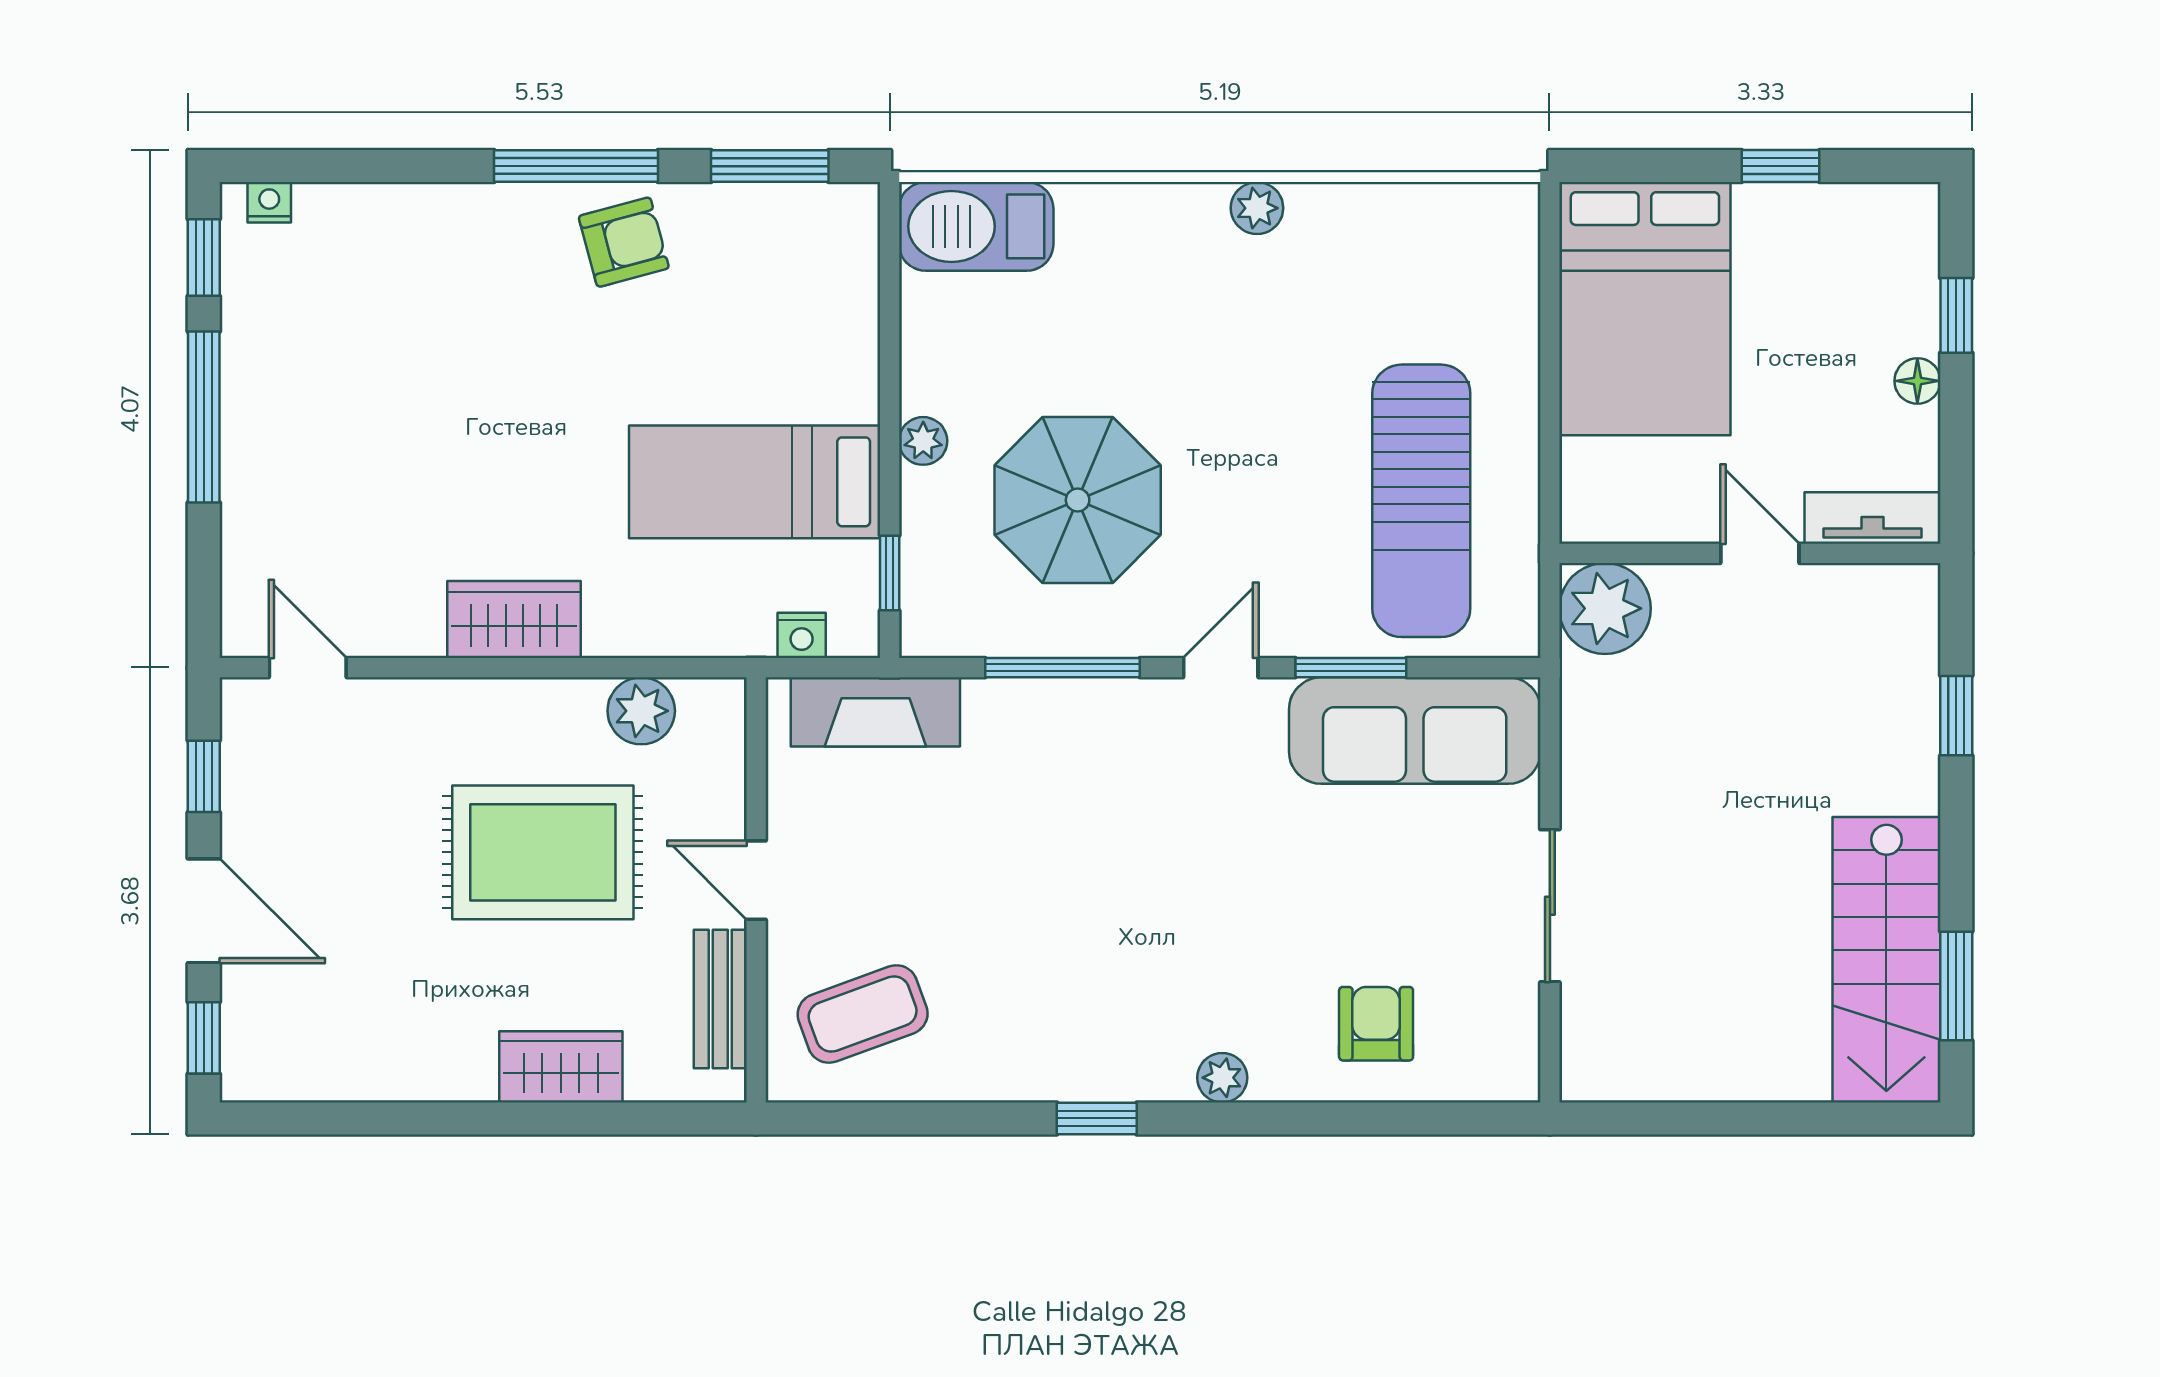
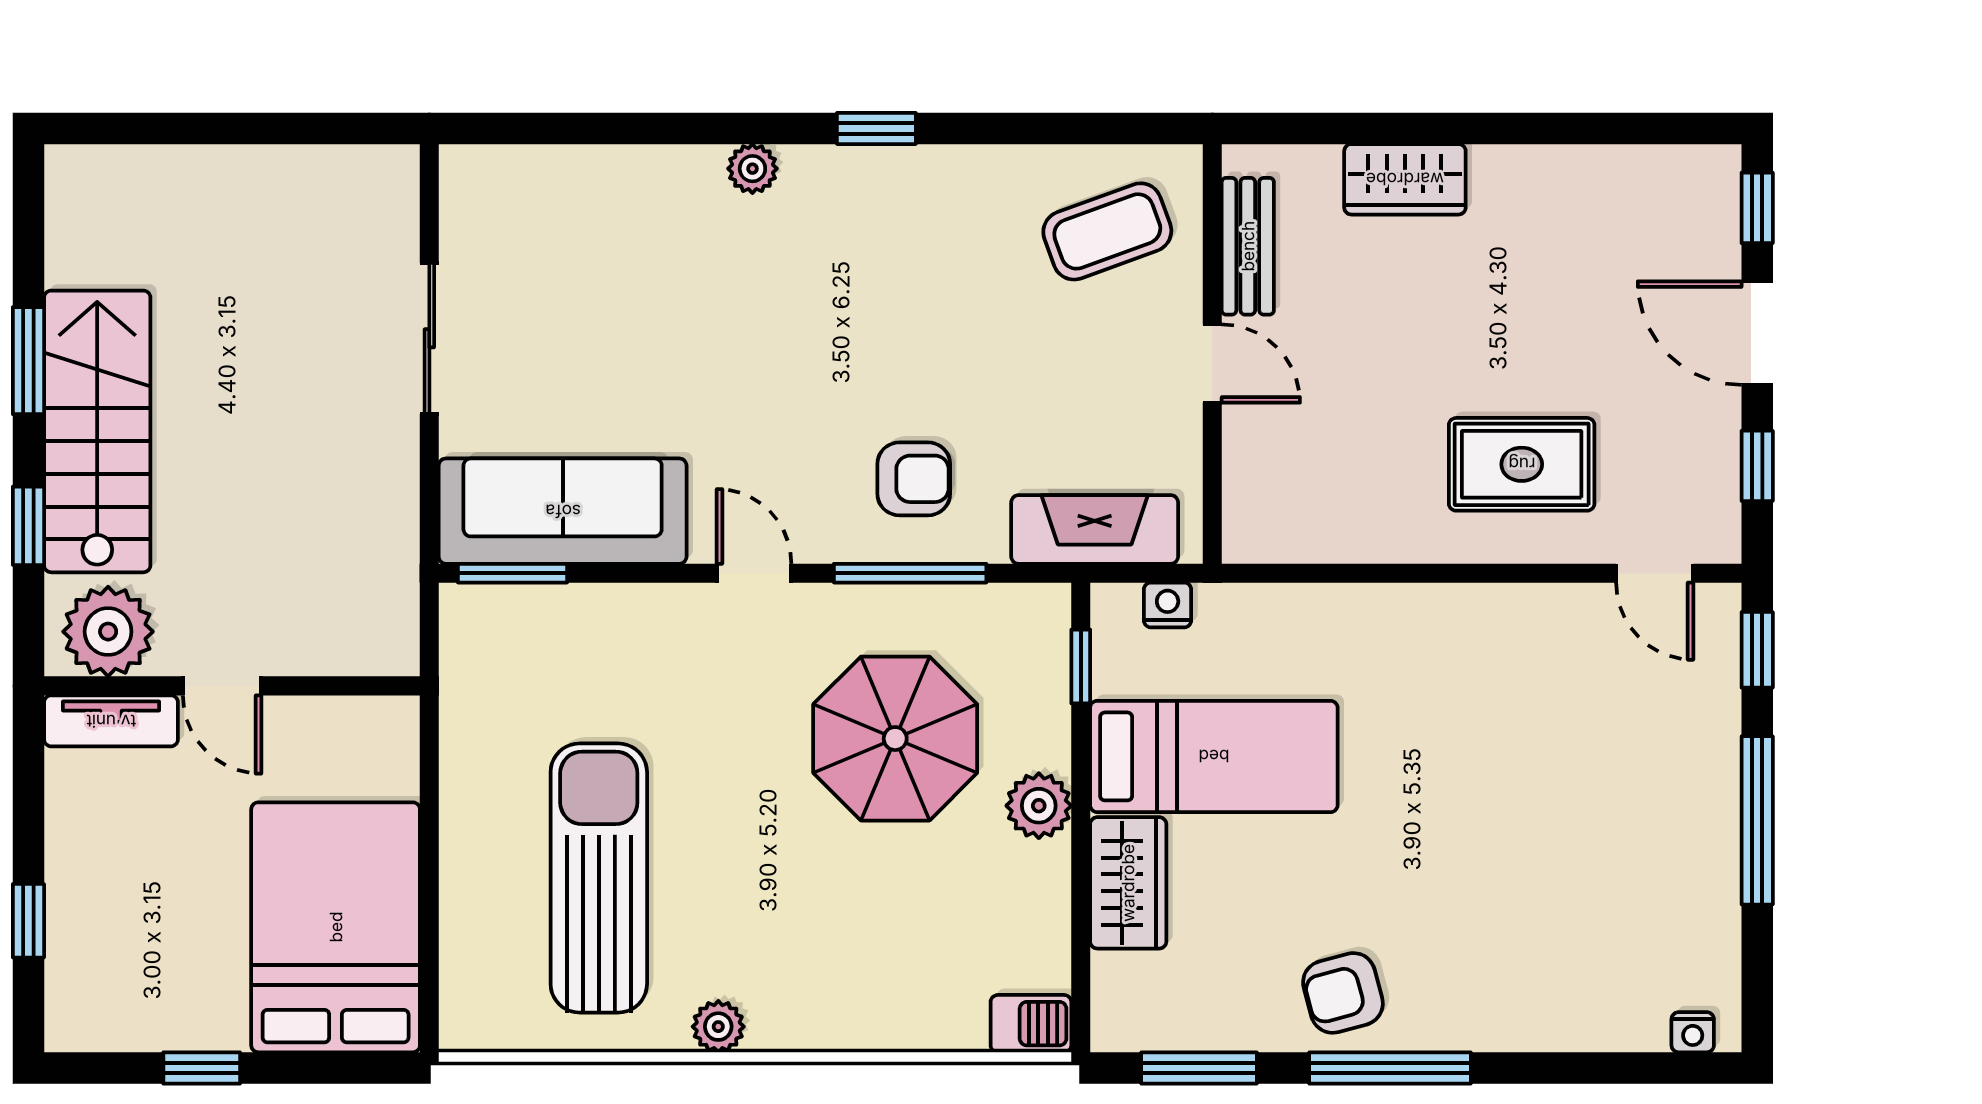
barbecue: (976, 226) -> (1031, 1024), width x0.53, depth x0.65
window: (204, 258) -> (1757, 650), moved
floor lamp: (1917, 381) -> (67, 856), removed
plant: (923, 441) -> (1039, 806), width x1.38, depth x1.38
sun lounger: (1421, 501) -> (599, 878), moved
plant: (1605, 608) -> (108, 632), moved
wardrobe: (514, 619) -> (1128, 883), moved, turned -90
door: (1221, 668) -> (754, 573), swing flipped
window: (1351, 668) -> (512, 573), moved
plant: (641, 711) -> (1326, 531), removed
rug: (543, 852) -> (1522, 464), moved, width x0.73, depth x0.70
stairs: (1886, 960) -> (97, 431), moved
window: (1956, 986) -> (28, 361), moved
armchair: (1376, 1024) -> (914, 479), moved, turned -90

